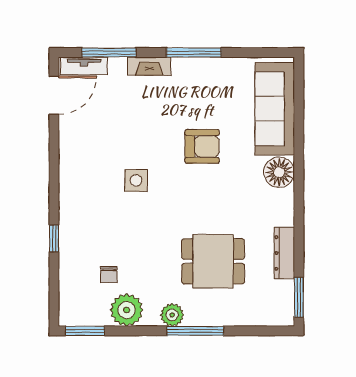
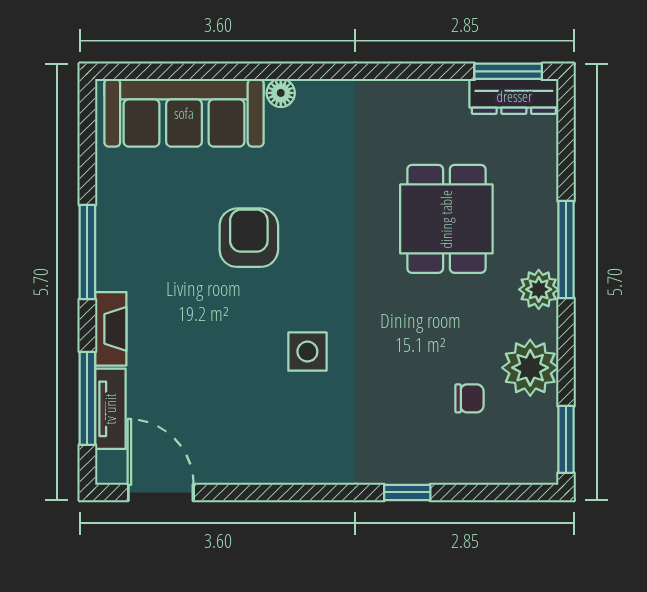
tv unit: (84, 66) -> (110, 409), moved
floor lamp: (279, 172) -> (281, 93), width x0.53, depth x0.53
dresser: (284, 253) -> (514, 96), moved

